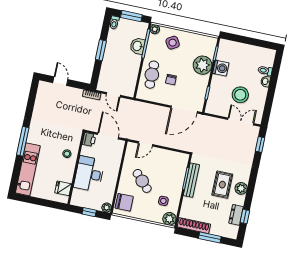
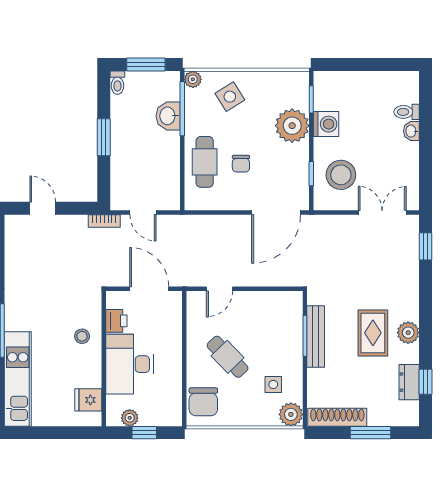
stool: (240, 95) -> (341, 175), moved
printer: (89, 140) -> (116, 321), moved
chair: (124, 202) -> (203, 402), turned 90
plant: (107, 207) -> (130, 418), moved

